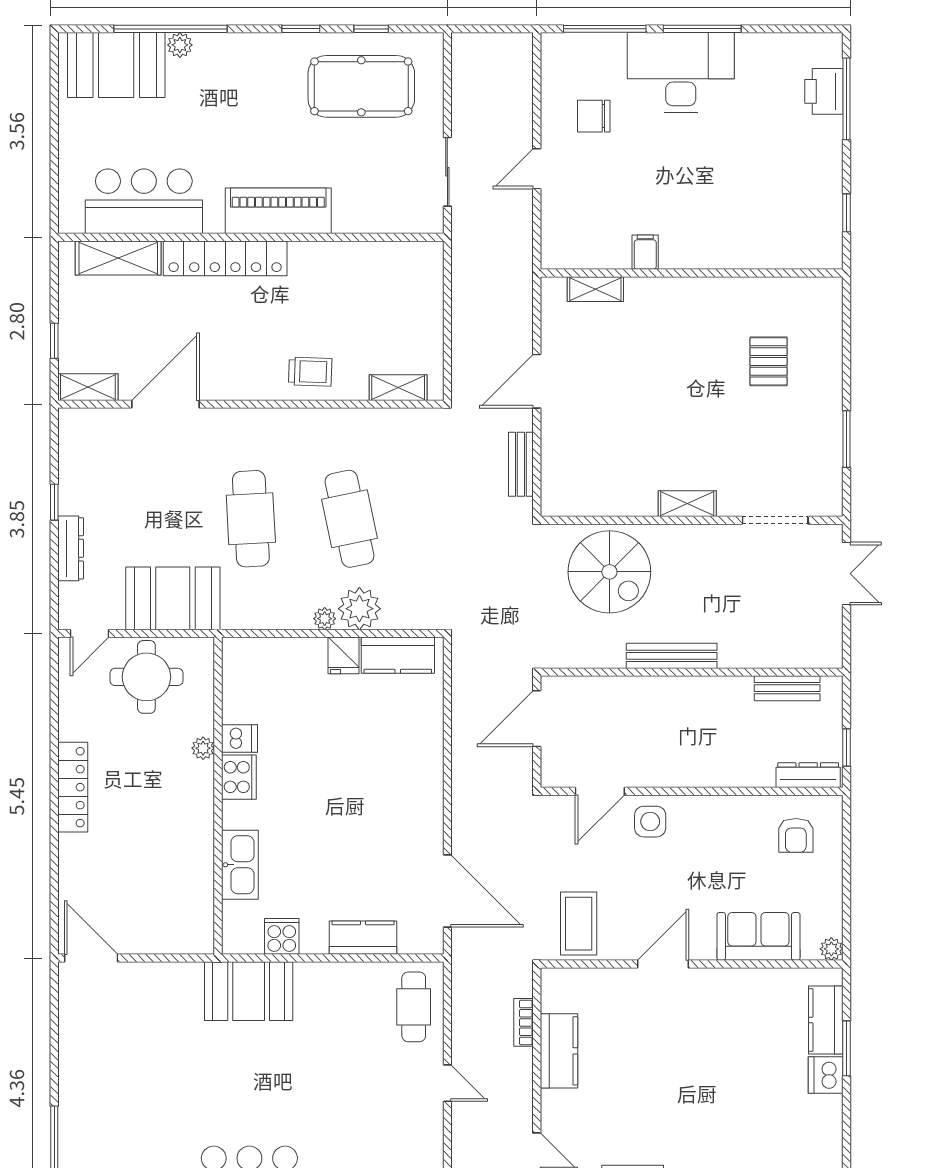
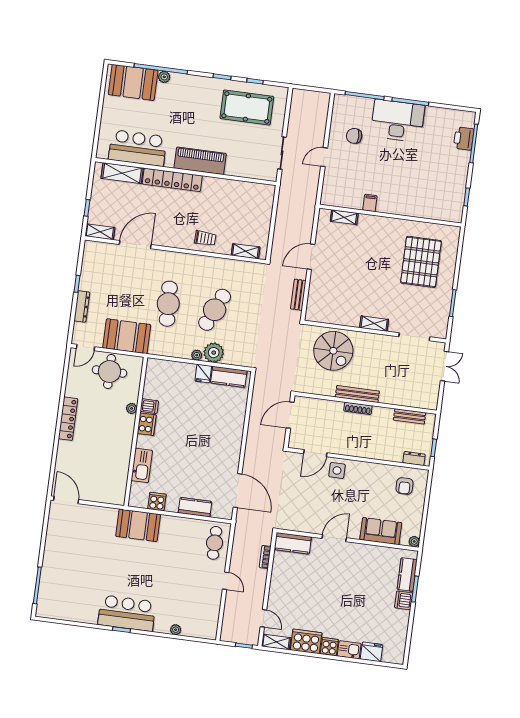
pallet: (768, 361) -> (421, 262), width x2.05, depth x2.00
cafe table: (350, 519) -> (215, 310), turned 36
shoe rack: (677, 686) -> (358, 408), added
dresser: (808, 775) -> (414, 458), width x0.70
coffee table: (579, 924) -> (297, 514), removed
kitchen counter: (559, 1051) -> (293, 543), moved, turned 90

